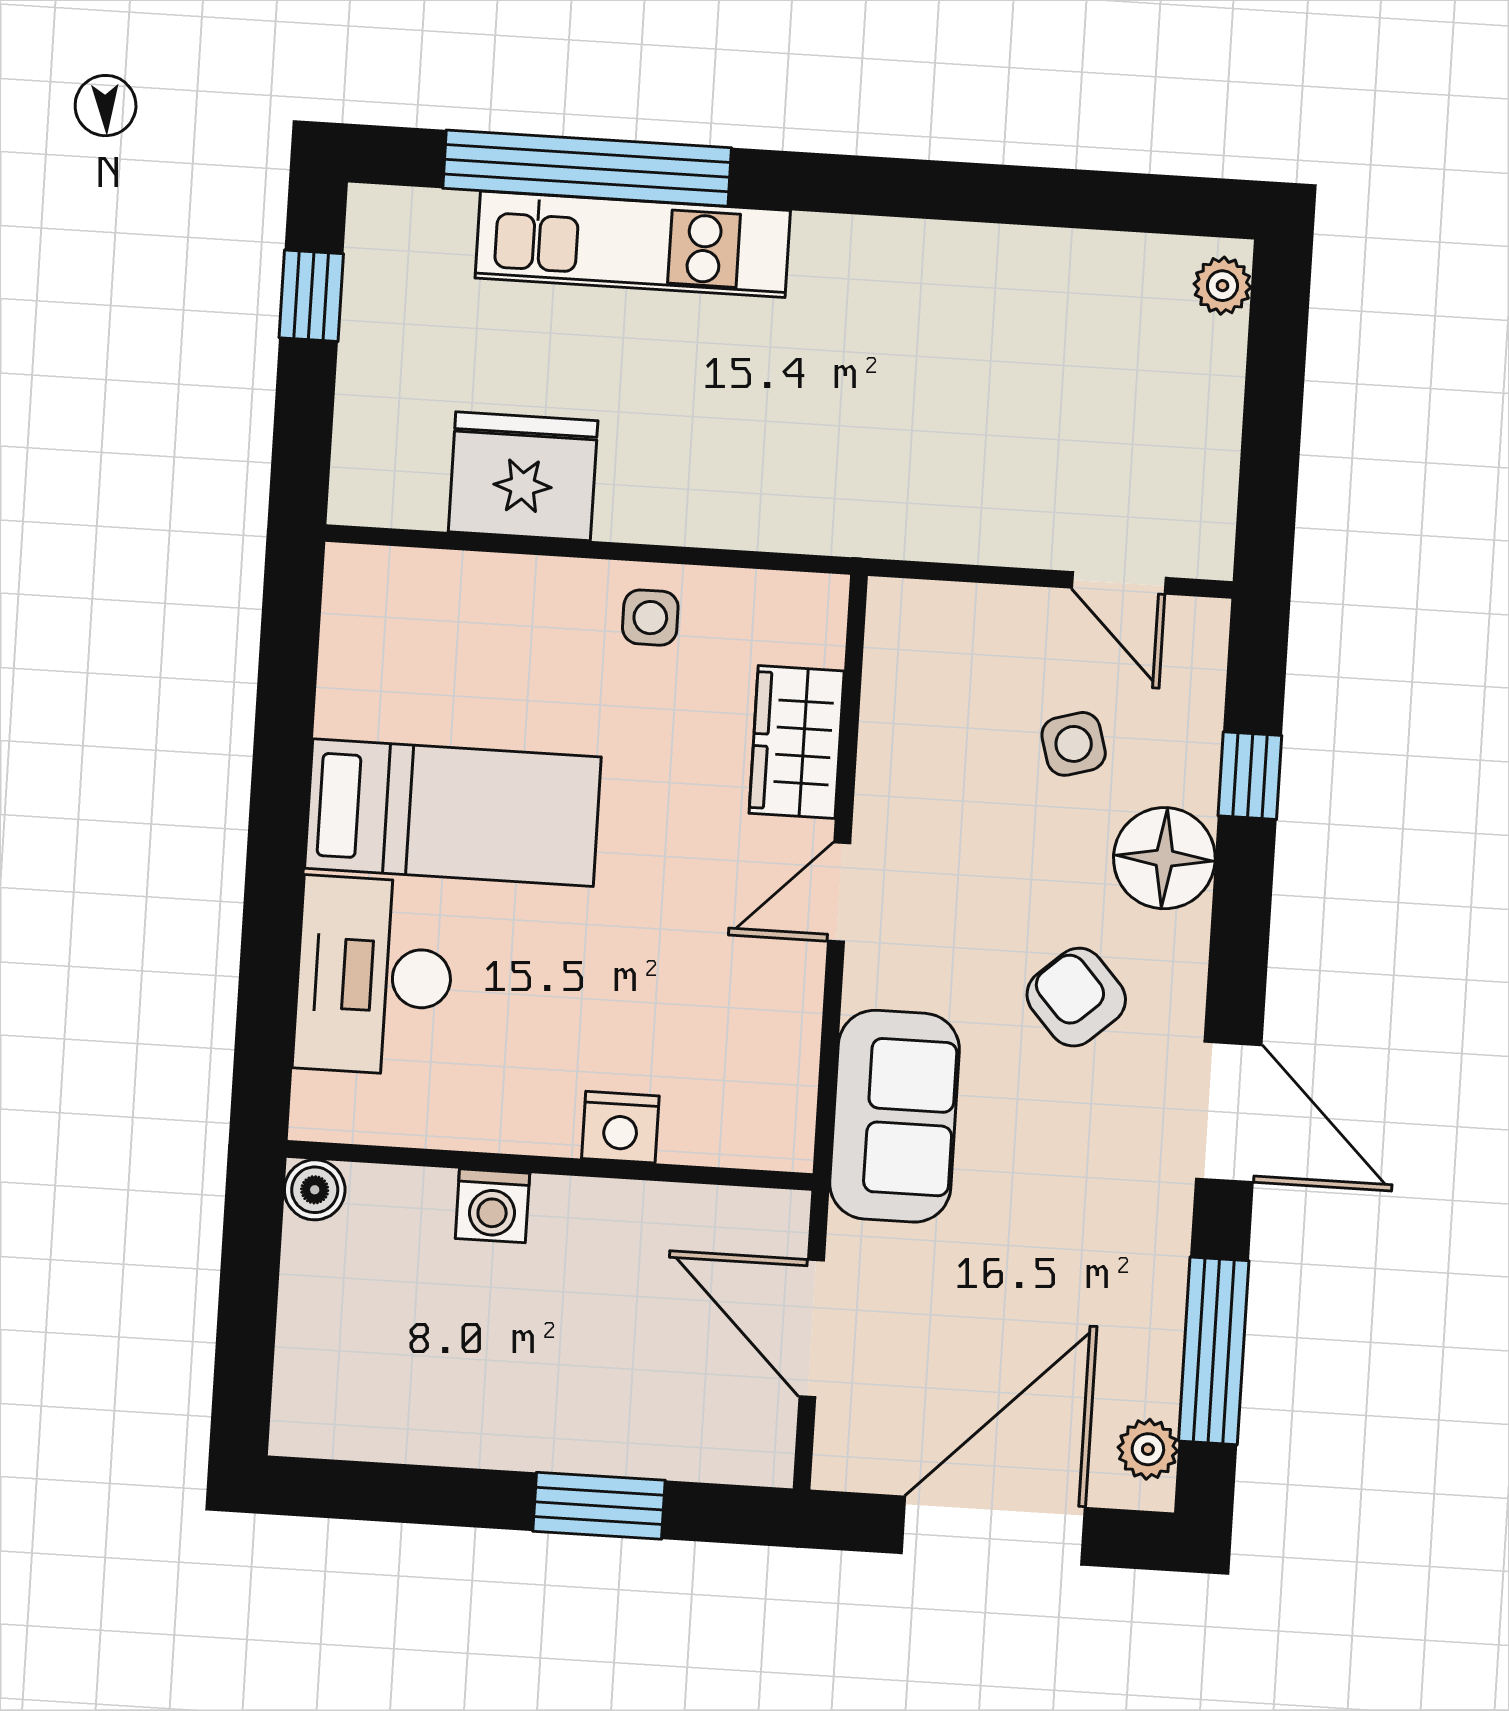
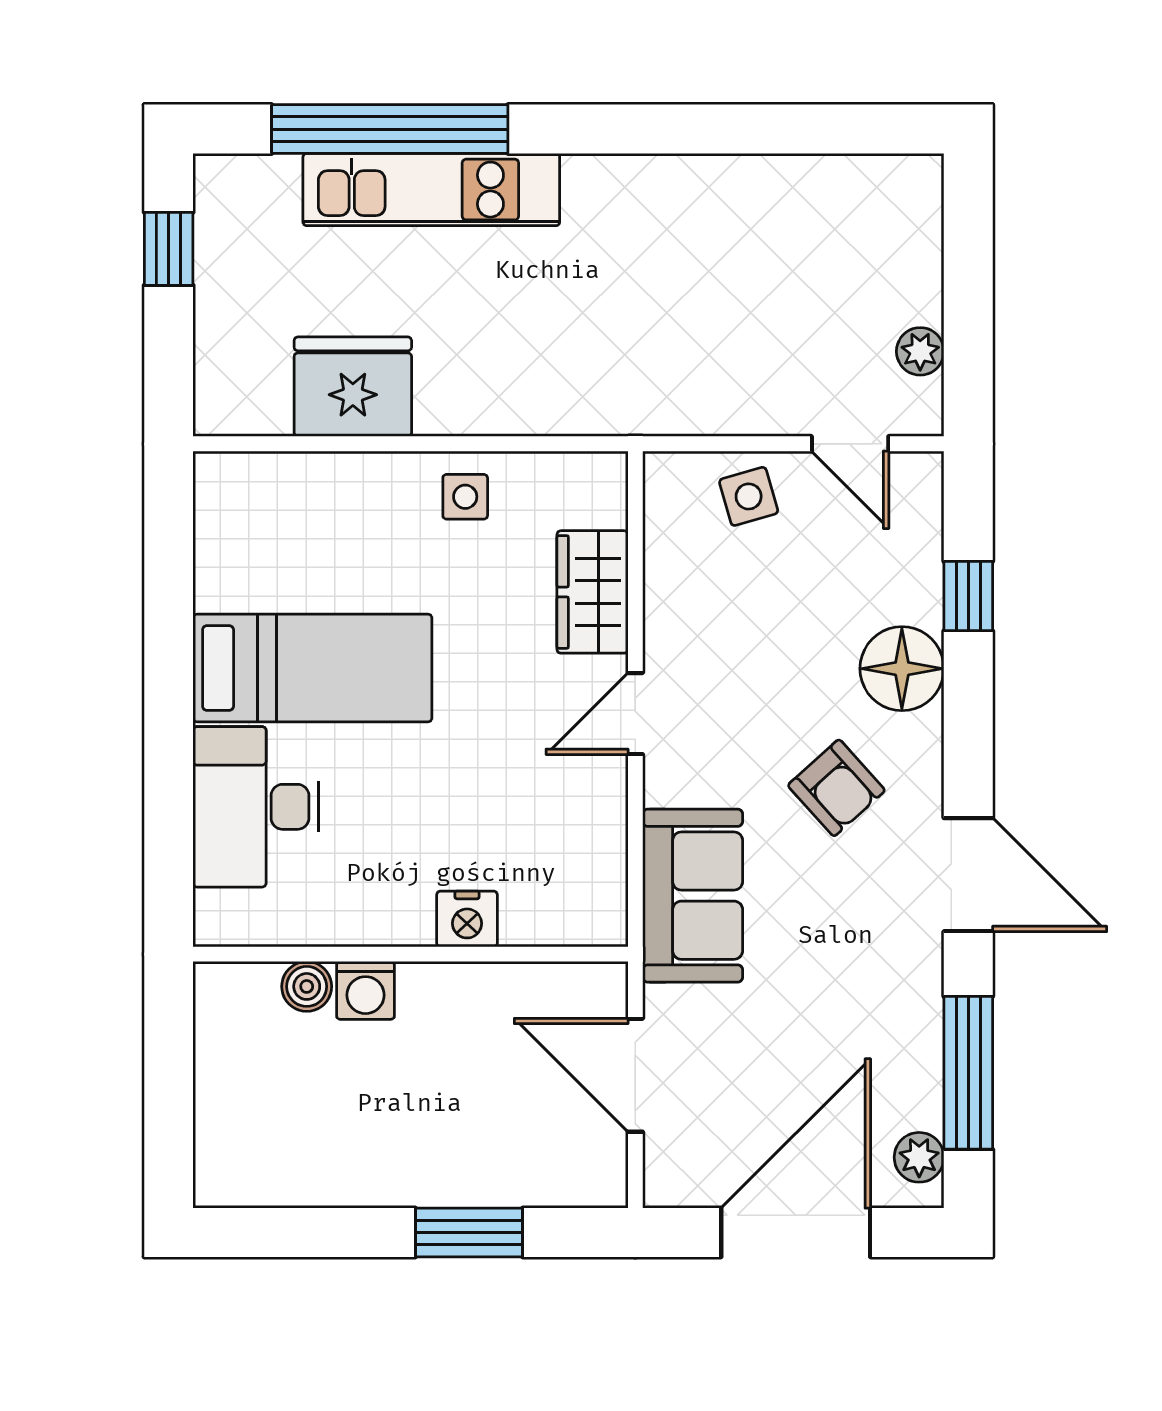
plant: (1222, 286) -> (920, 351), moved
side table: (1074, 744) -> (749, 496), moved
armchair: (1076, 997) -> (836, 788), turned 180
boiler: (315, 1190) -> (307, 986), moved

